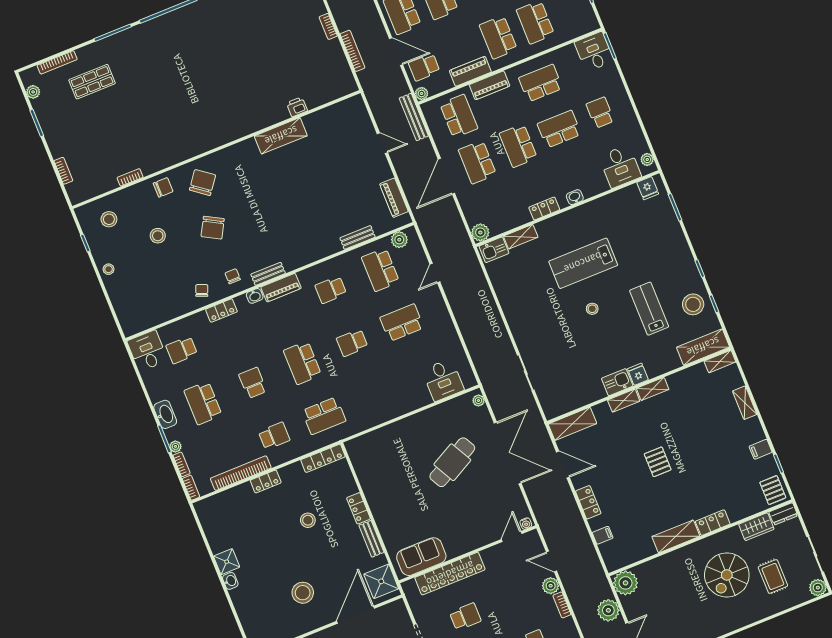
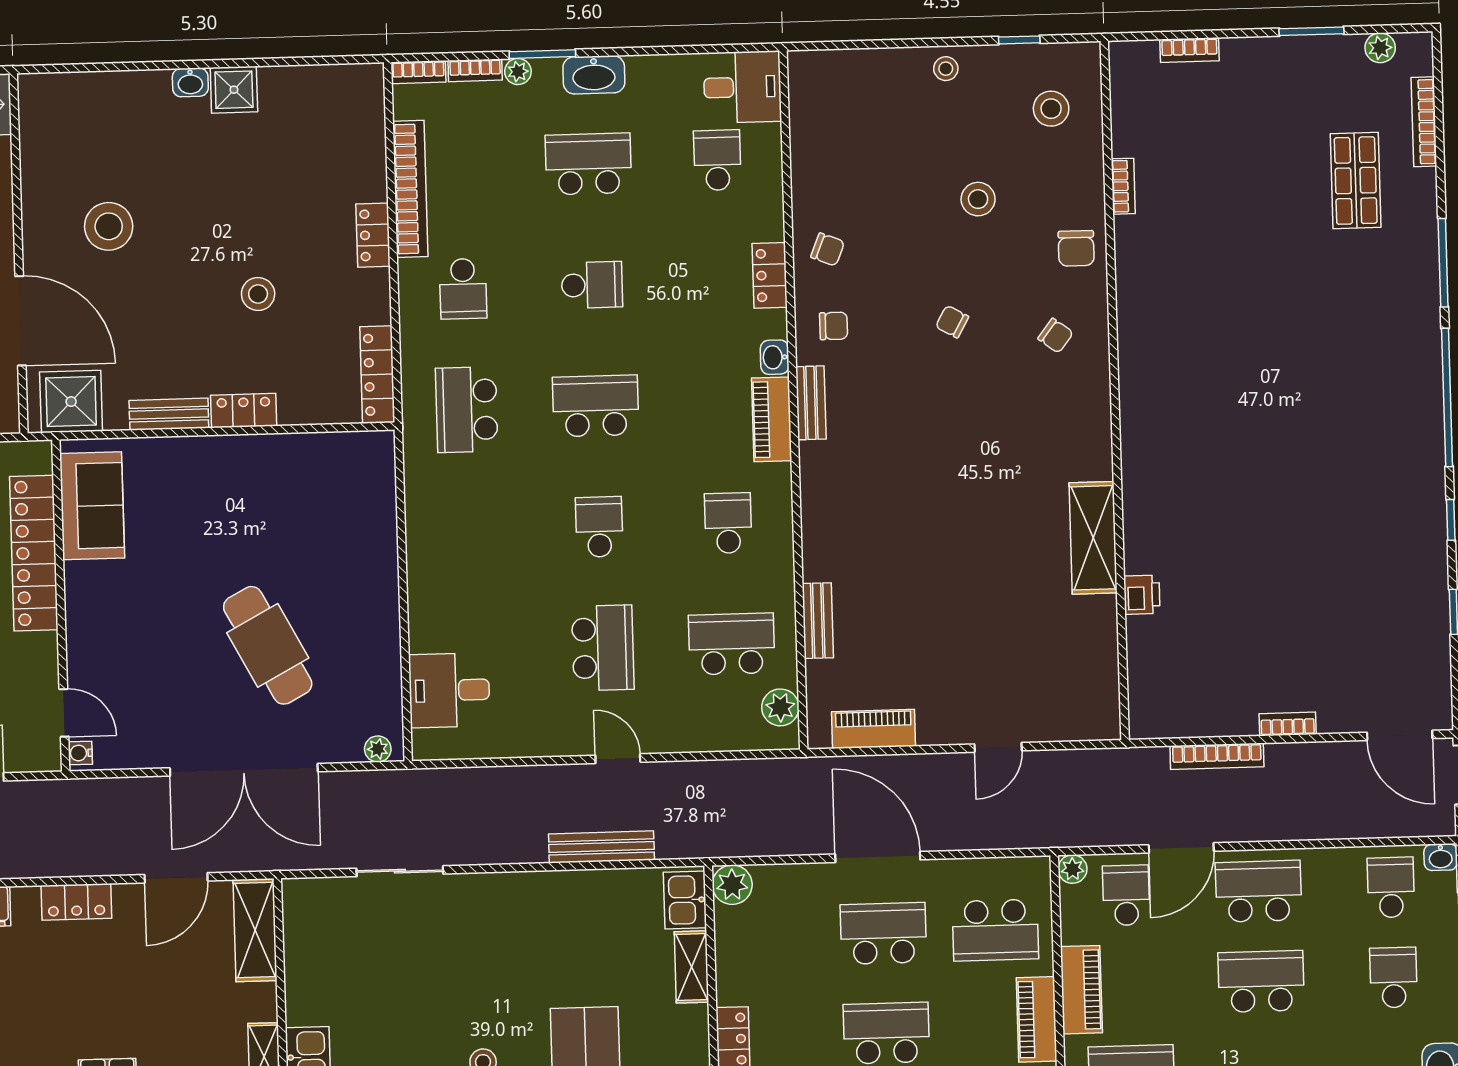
bench: (414, 117) -> (601, 847), moved
chair: (203, 183) -> (1056, 336), width x0.54, depth x0.54
chair: (213, 228) -> (952, 322), width x0.54, depth x0.54
door: (435, 273) -> (618, 759), moved

